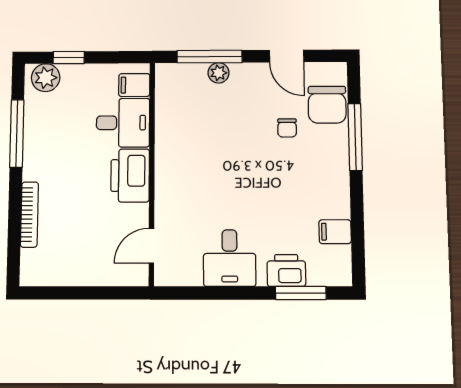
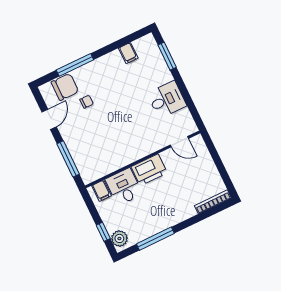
plant: (219, 73) -> (74, 150), removed
bookcase: (29, 215) -> (213, 202), moved
printer: (286, 270) -> (159, 68), removed

